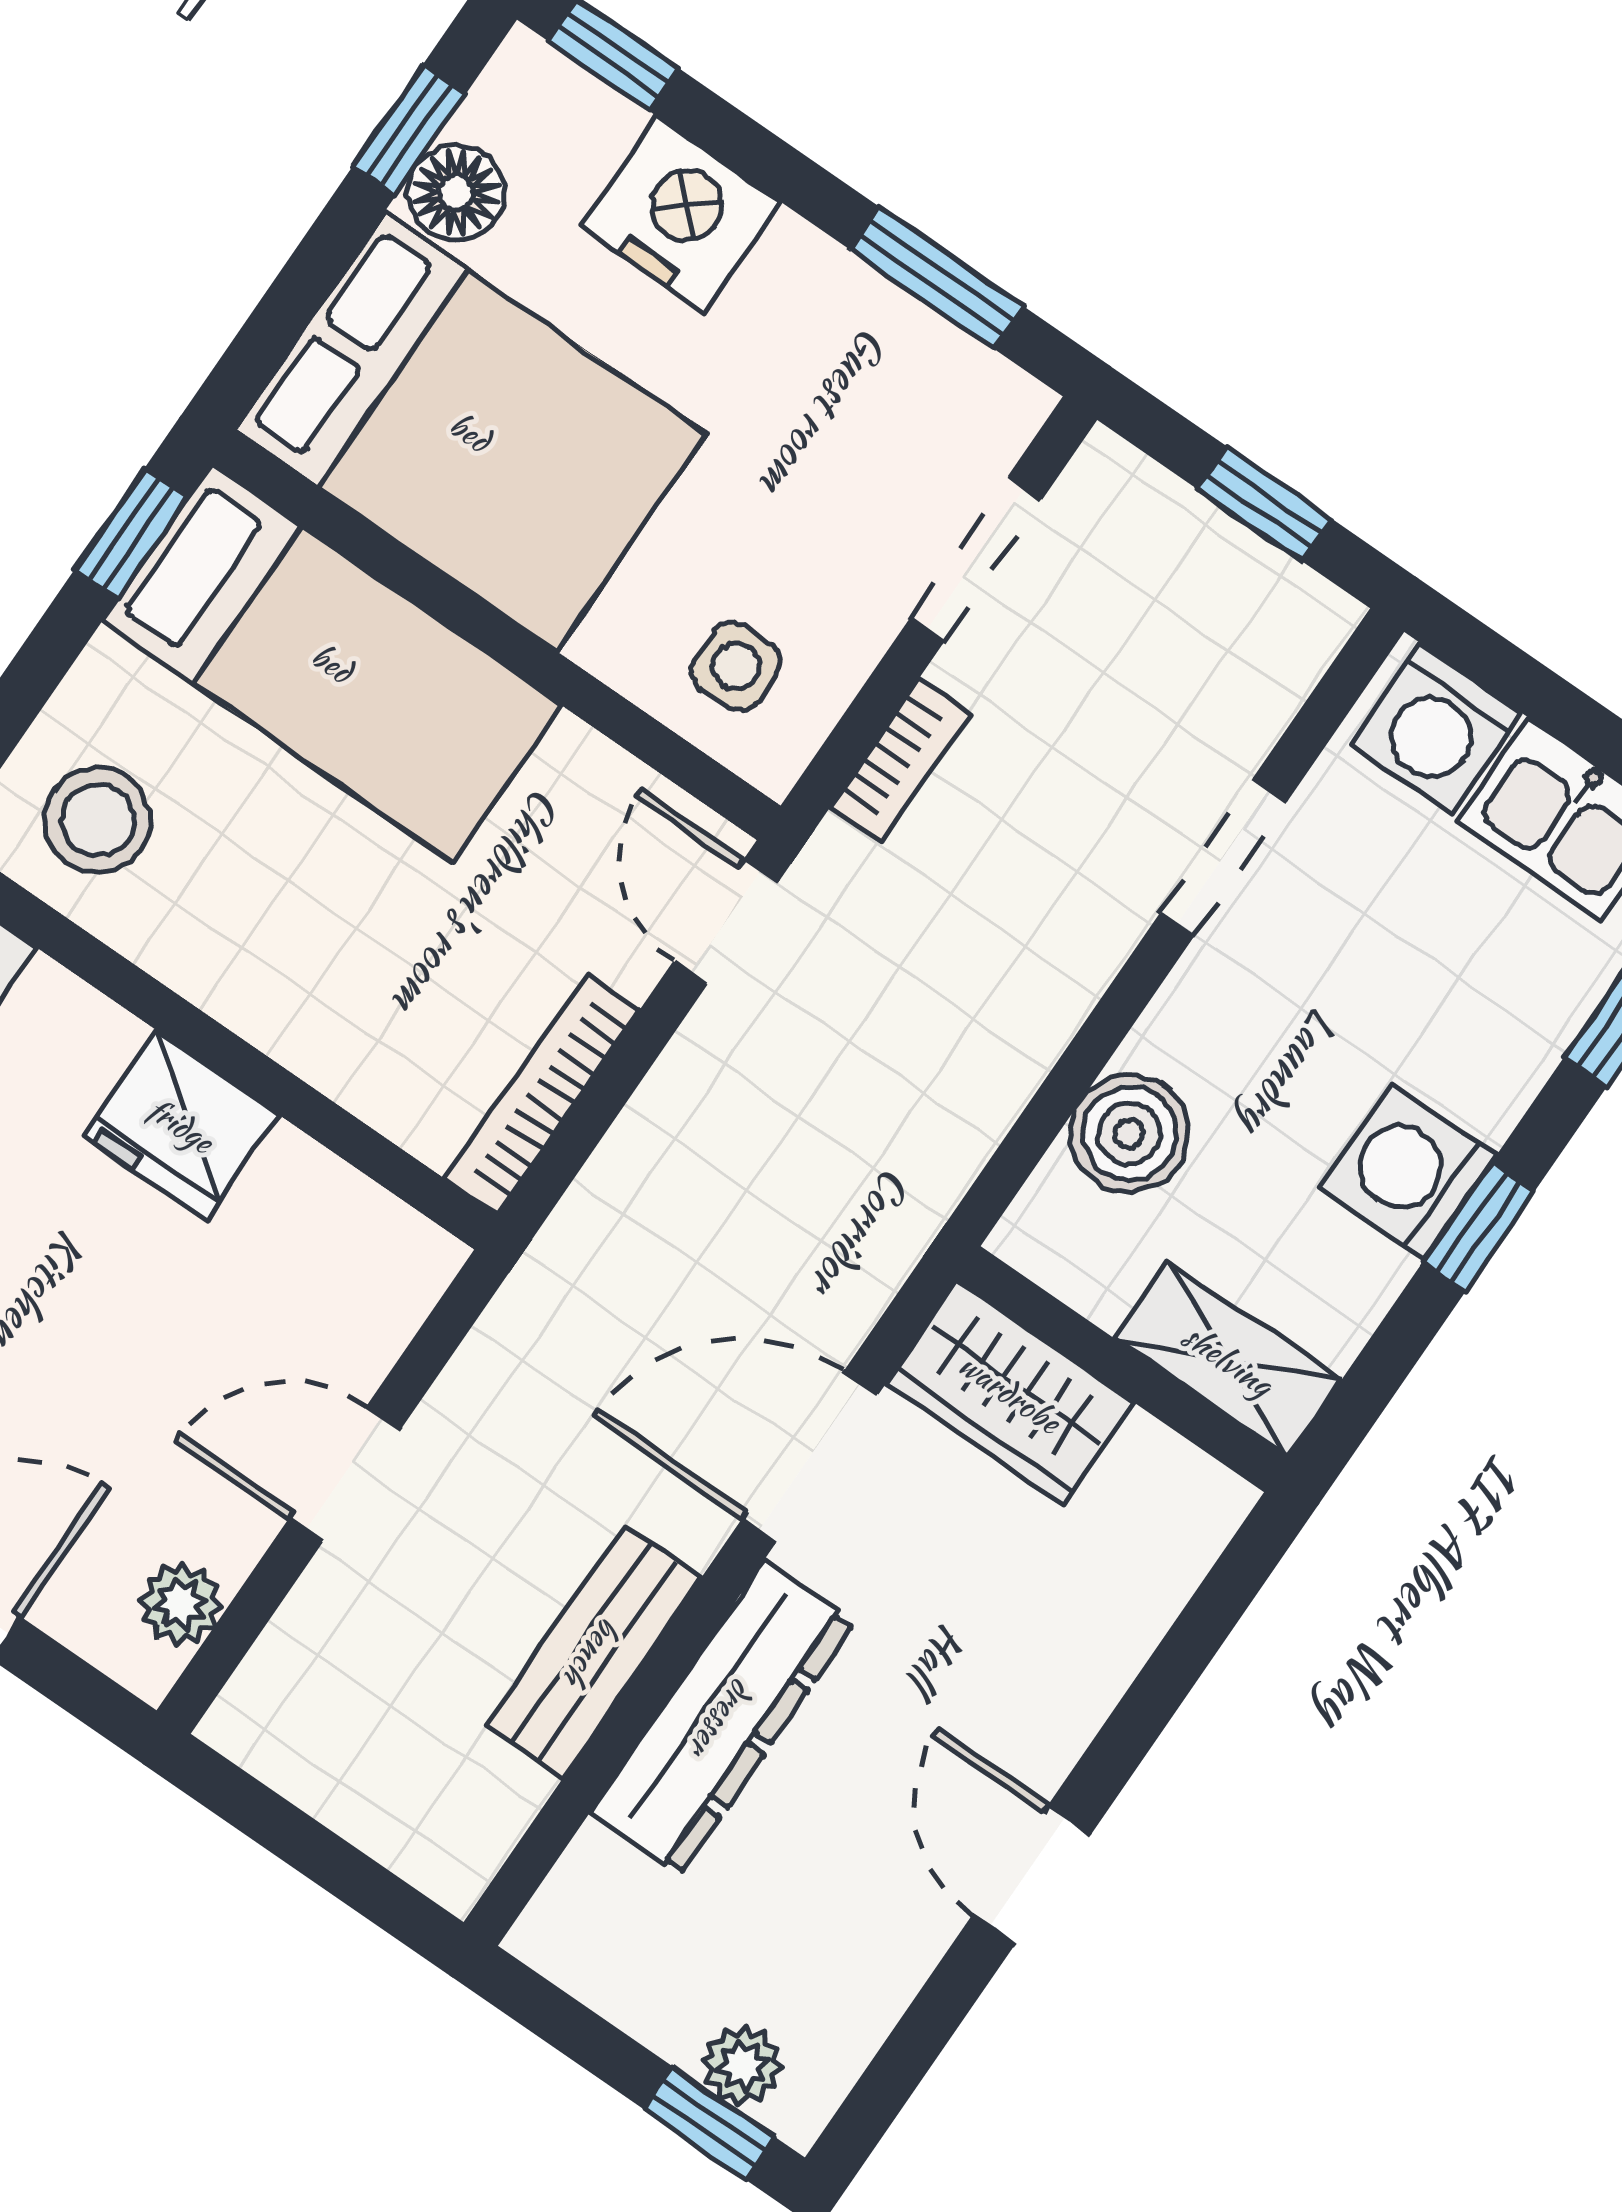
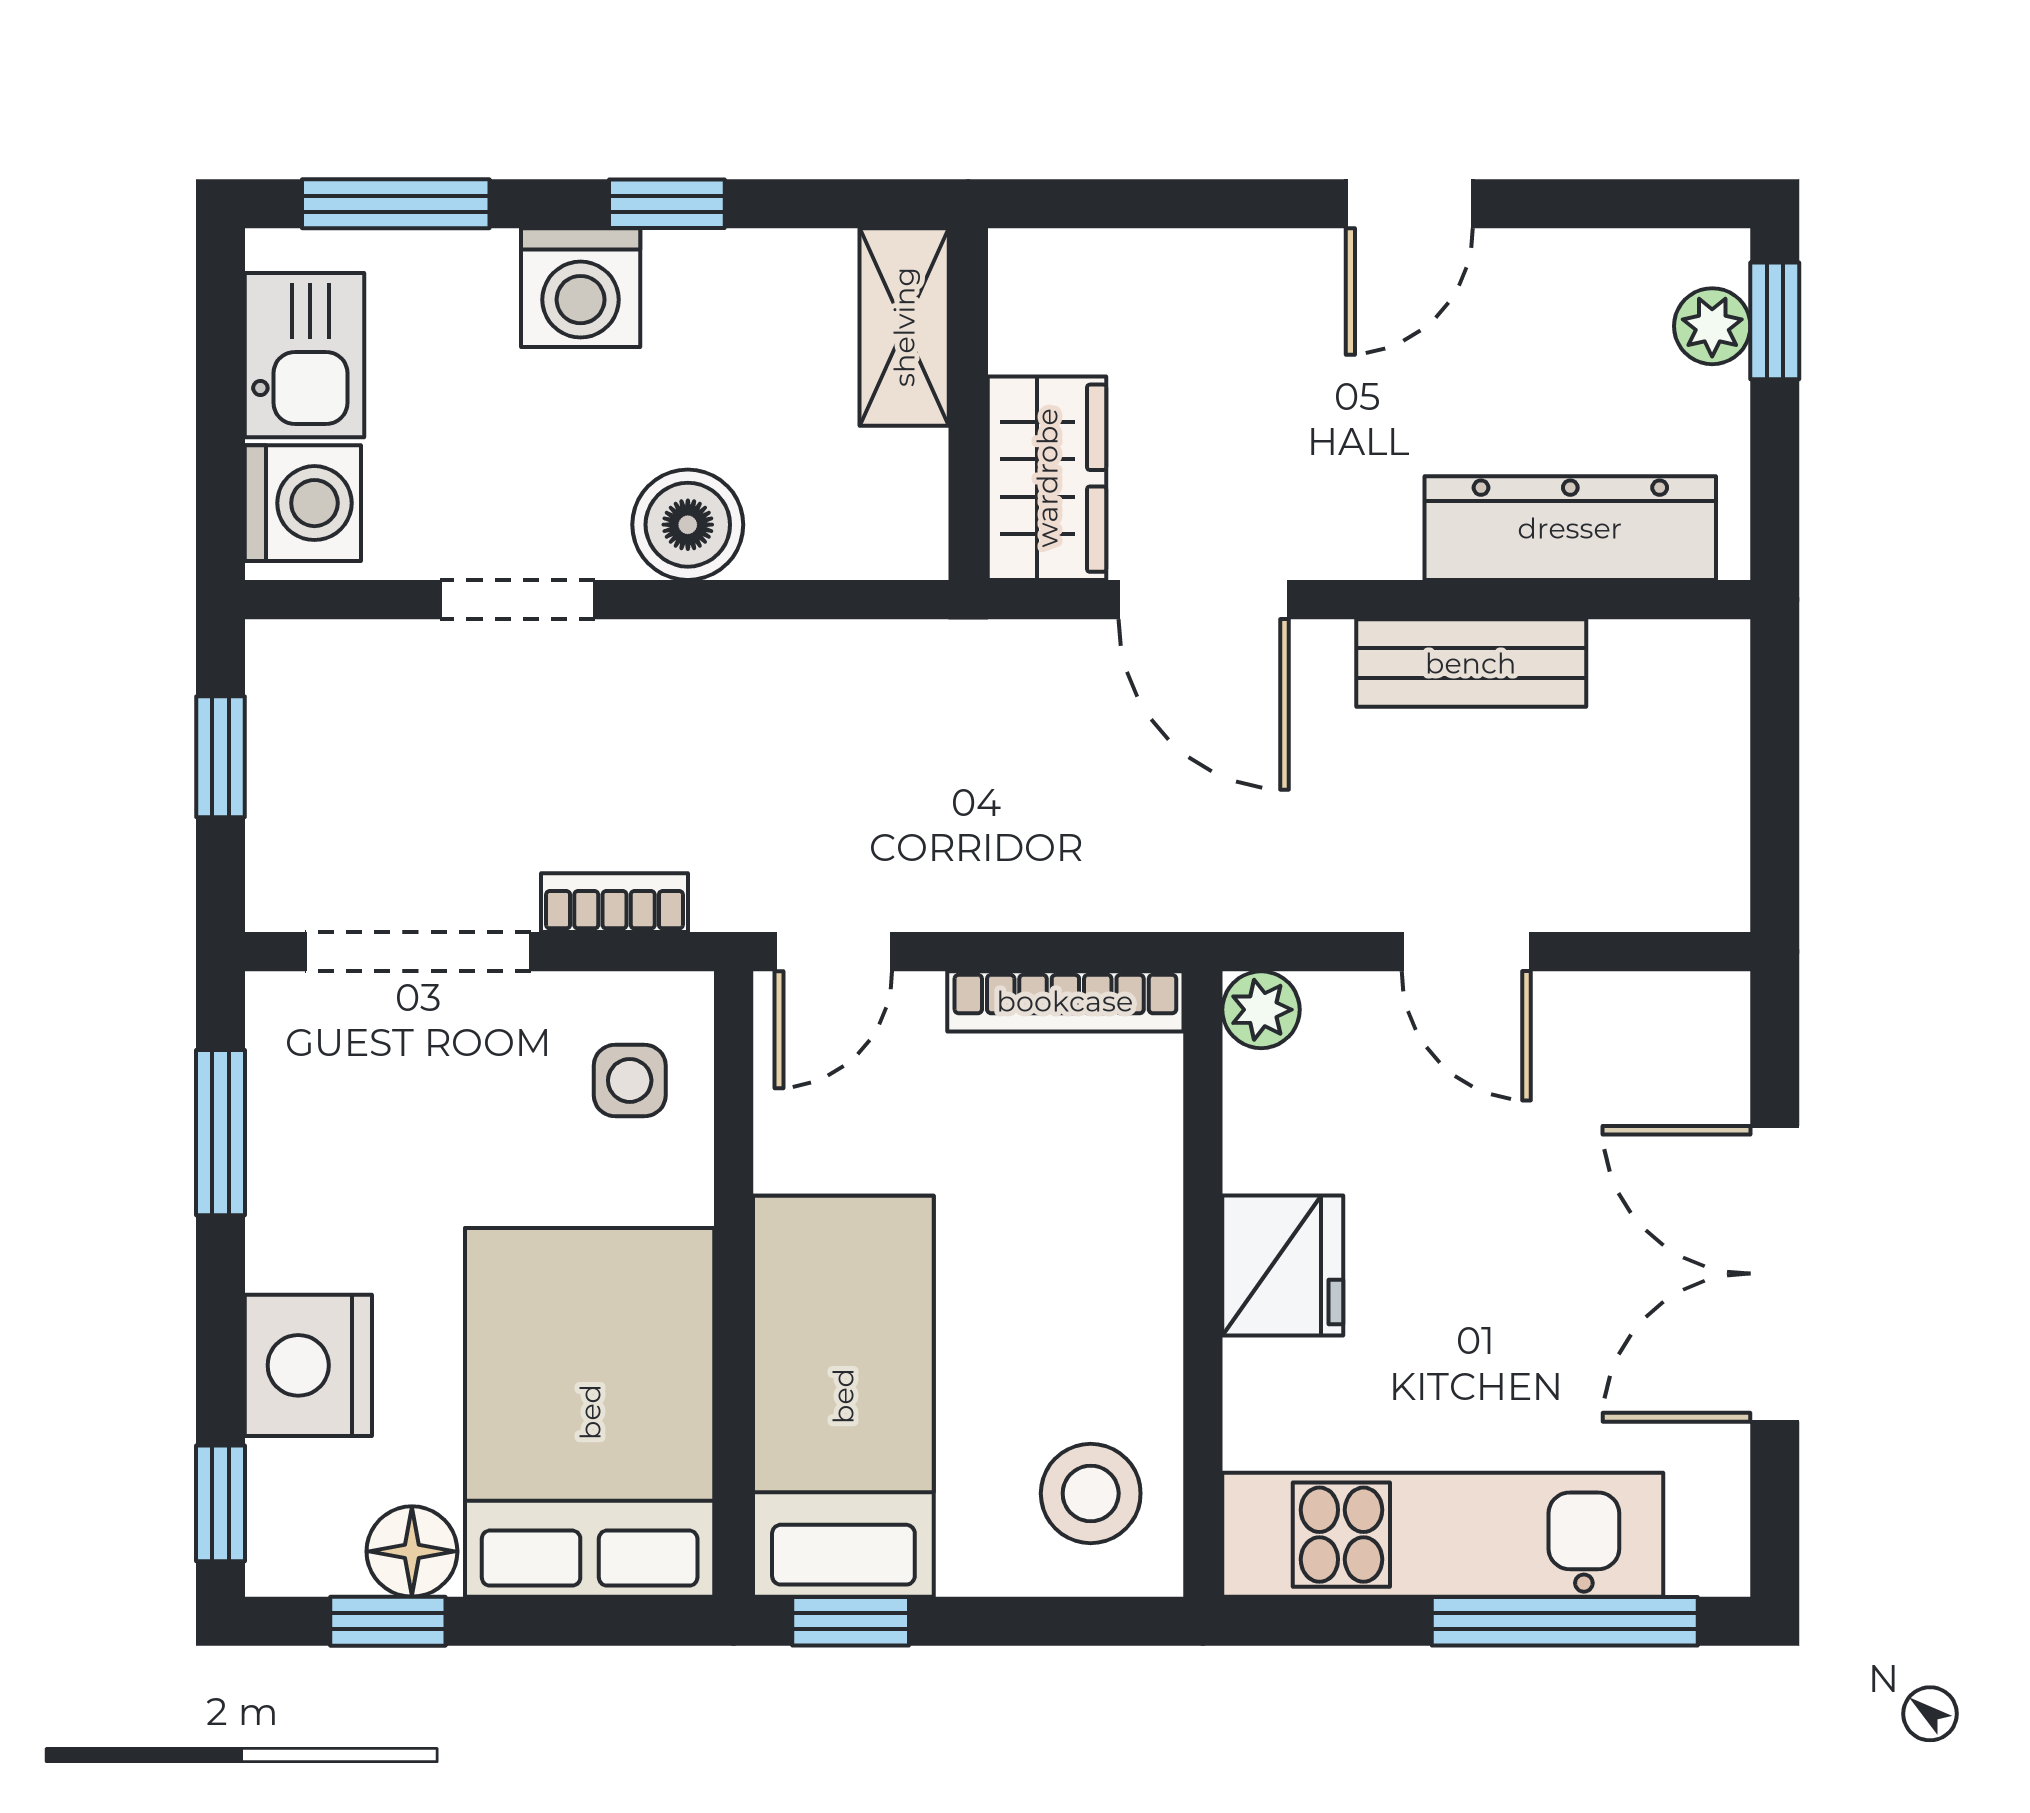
doorway: (976, 559) -> (418, 952), width x1.38
boiler: (1130, 1133) -> (688, 525), moved
washing machine: (1408, 1172) -> (581, 288), moved
plant: (181, 1603) -> (1261, 1010), moved
dresser: (722, 1718) -> (1570, 528), moved

